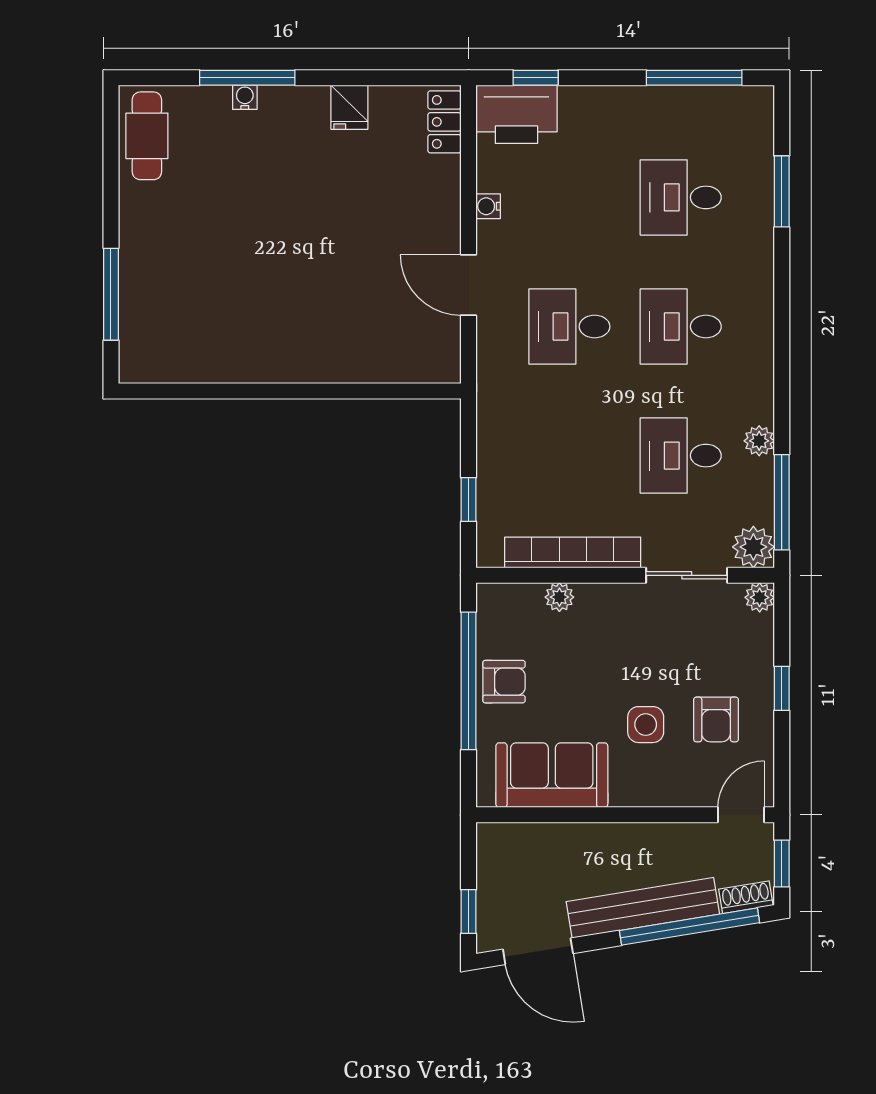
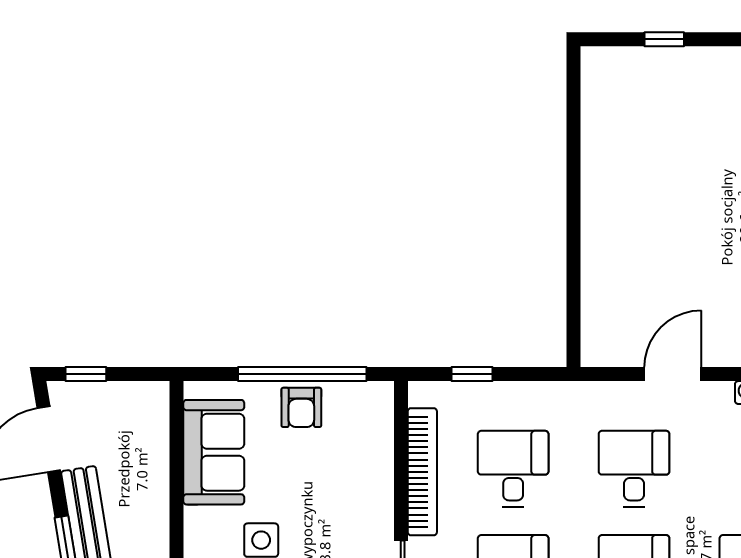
window: (111, 294) -> (664, 39), width x0.46
desk: (569, 456) -> (513, 469), added
plant: (559, 597) -> (380, 459), removed

